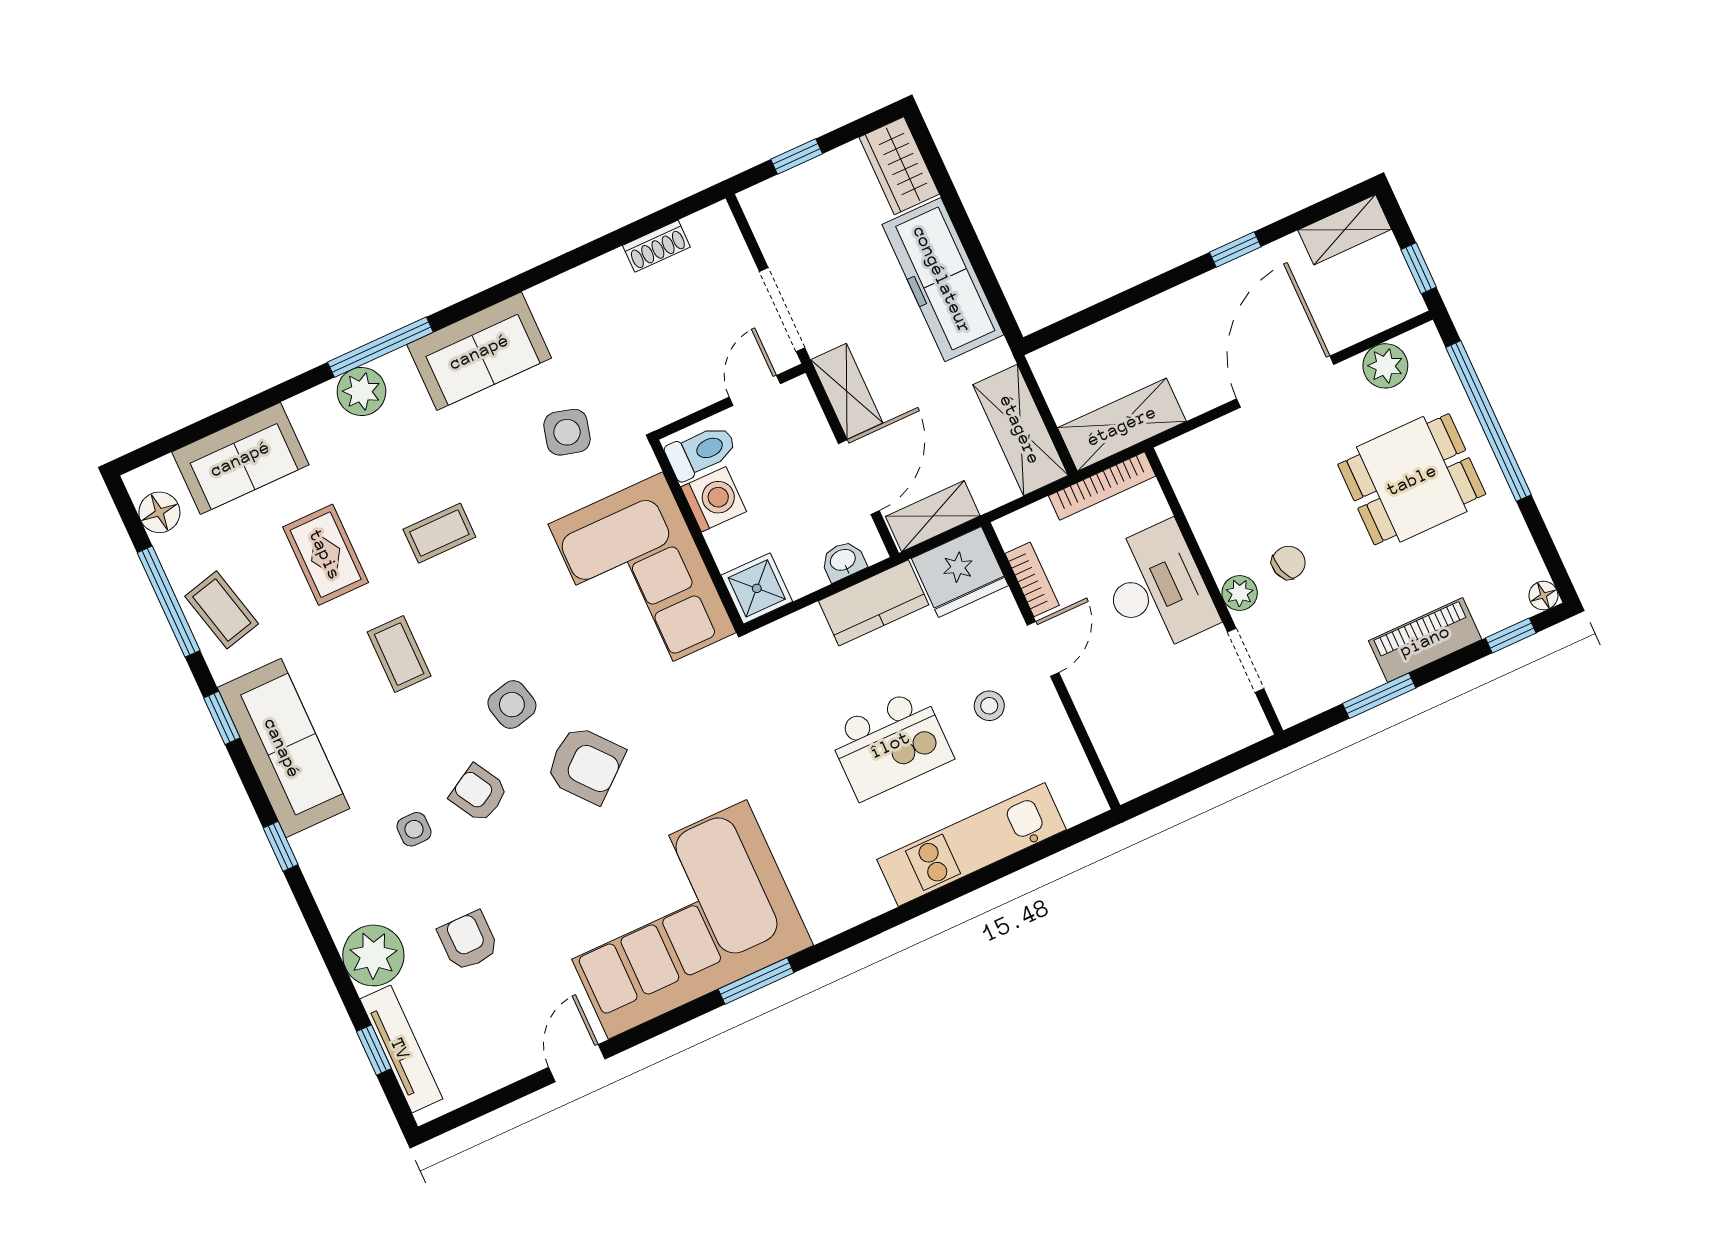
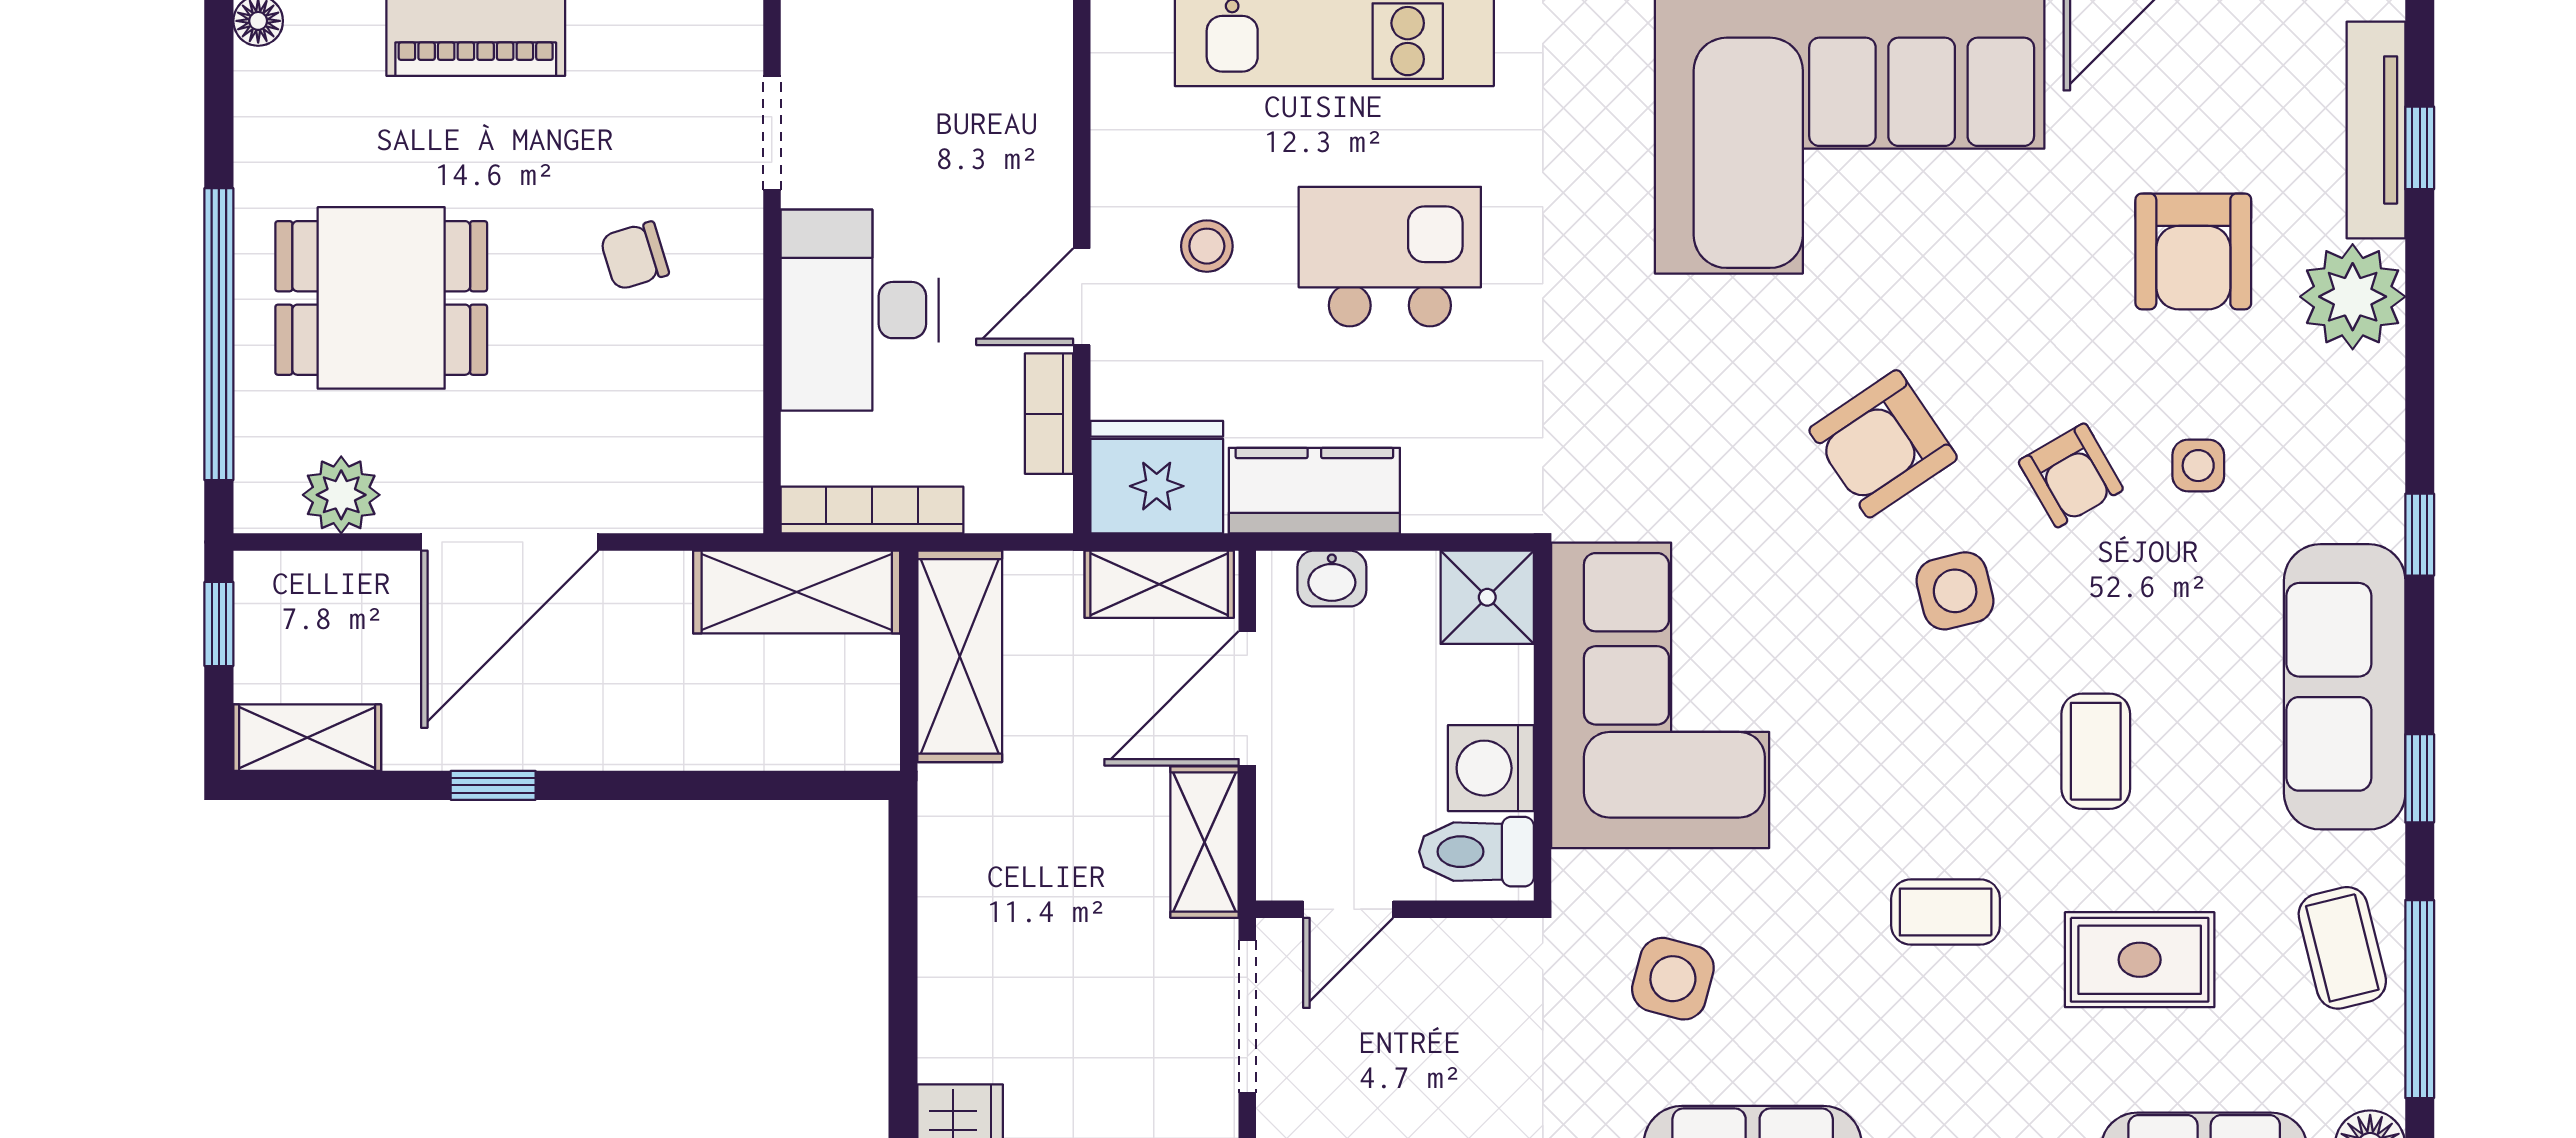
freezer: (943, 280) -> (973, 948), removed
rug: (326, 555) -> (2140, 960), turned 90
plant: (1240, 593) -> (733, 243), removed
armchair: (585, 765) -> (1883, 444), turned -84
armchair: (468, 941) -> (2193, 251), width x1.38, depth x1.38

